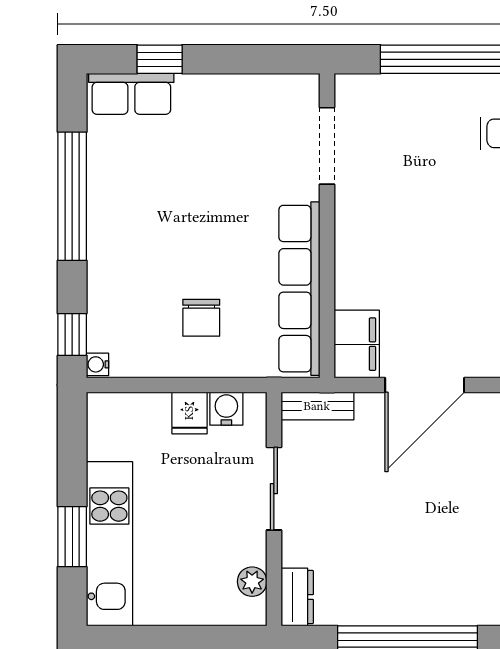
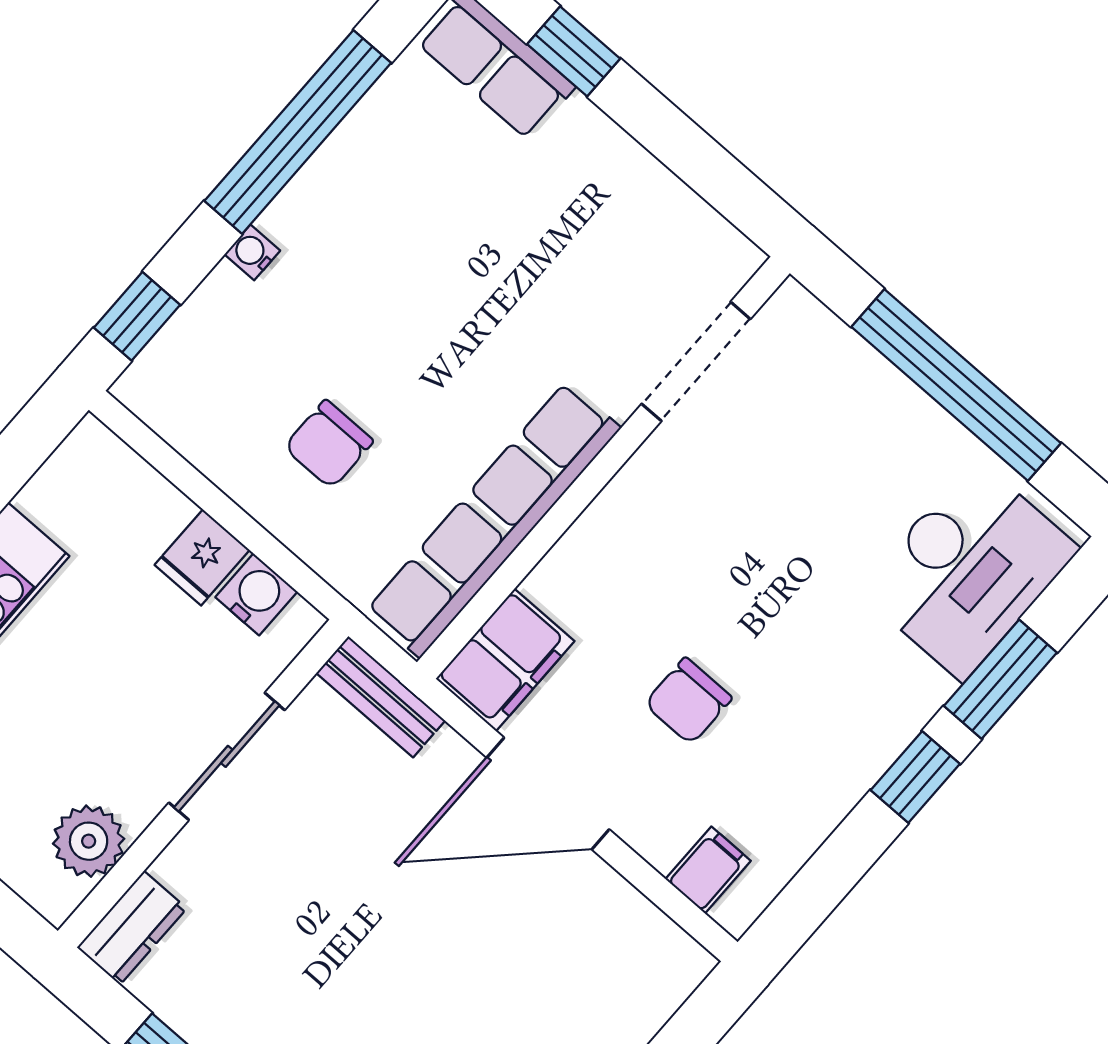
chair: (450, 294) -> (688, 701), added
water cooler: (98, 364) -> (252, 252), moved
plant: (252, 582) -> (89, 841), width x1.38, depth x1.38

